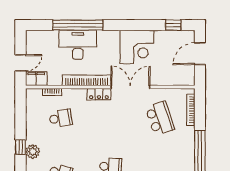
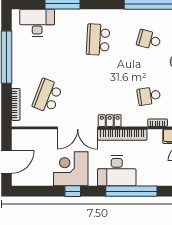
window: (173, 25) -> (73, 191), moved
desk: (78, 45) -> (117, 171), moved
school desk: (160, 118) -> (47, 96), turned 39

